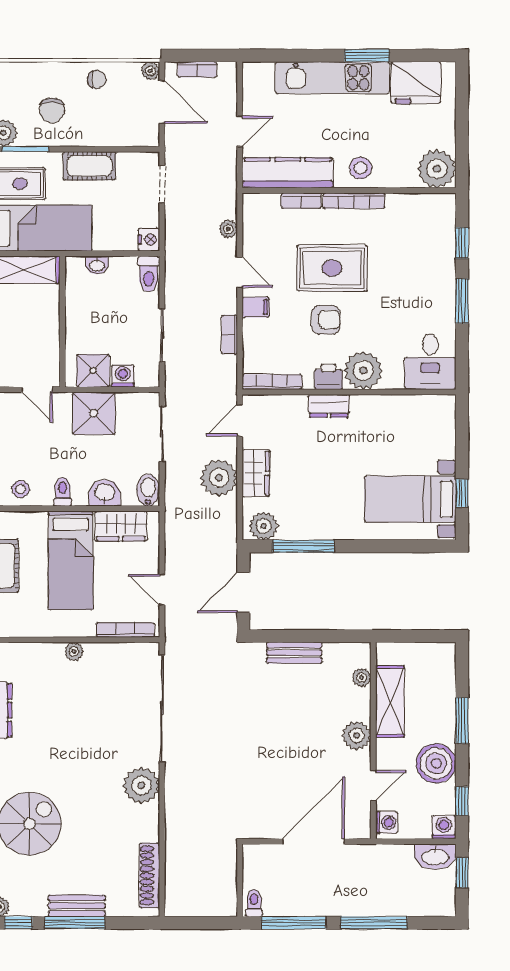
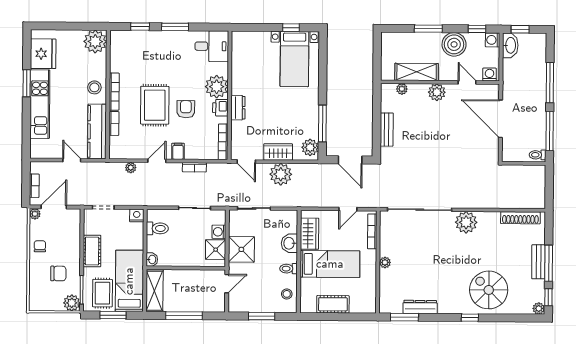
washbasin: (97, 265) -> (152, 259), moved
toilet: (149, 274) -> (157, 228), moved
bidet: (148, 490) -> (288, 217), removed

